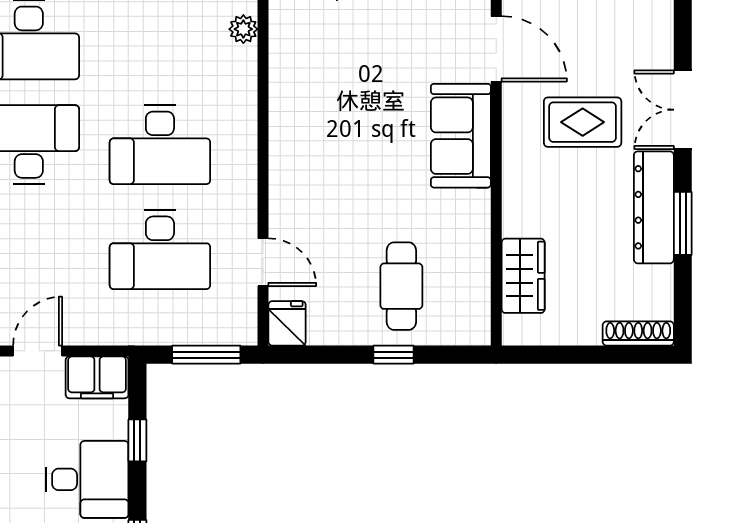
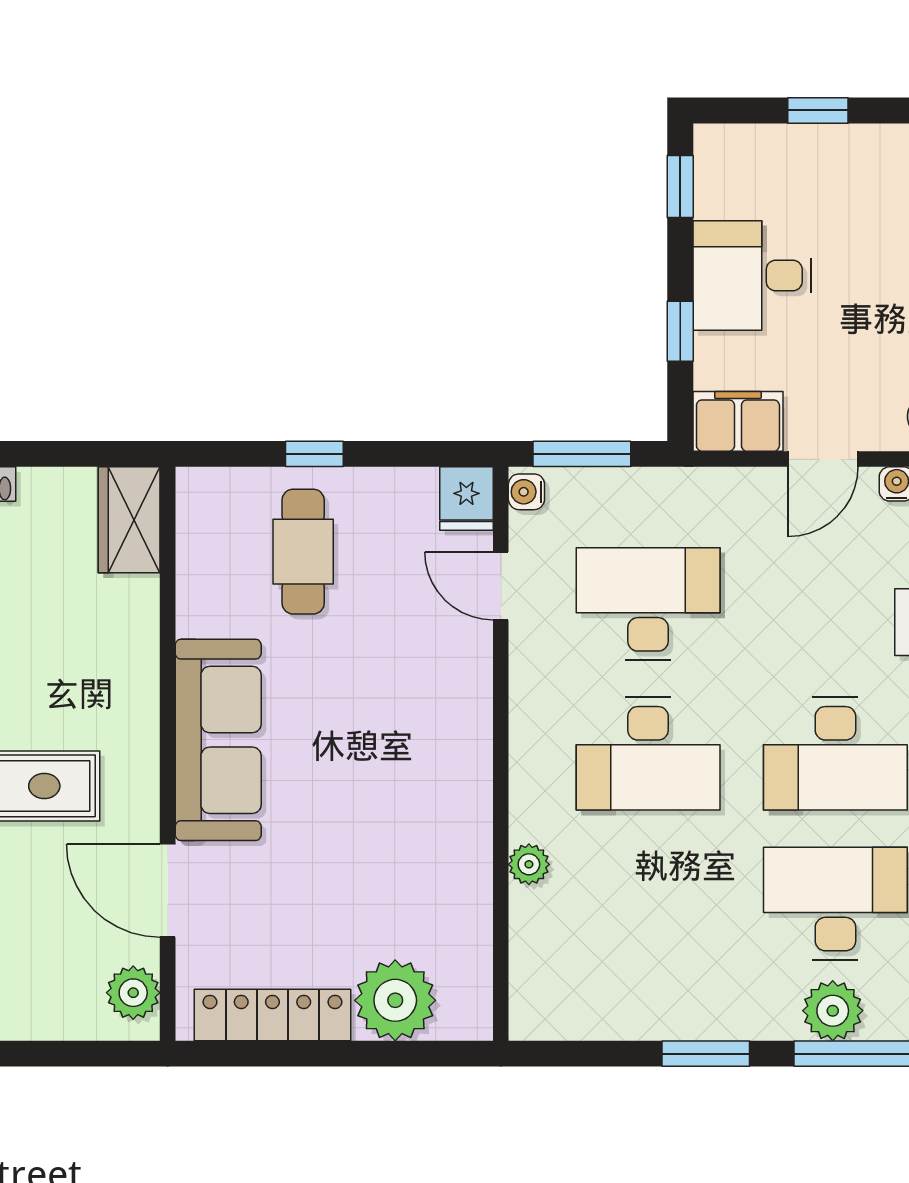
plant: (243, 29) -> (529, 864), moved
sofa: (461, 136) -> (218, 740), width x1.36
desk: (160, 145) -> (648, 754), turned 180
wardrobe: (523, 276) -> (129, 520), moved
water cooler: (245, 328) -> (526, 492), added

